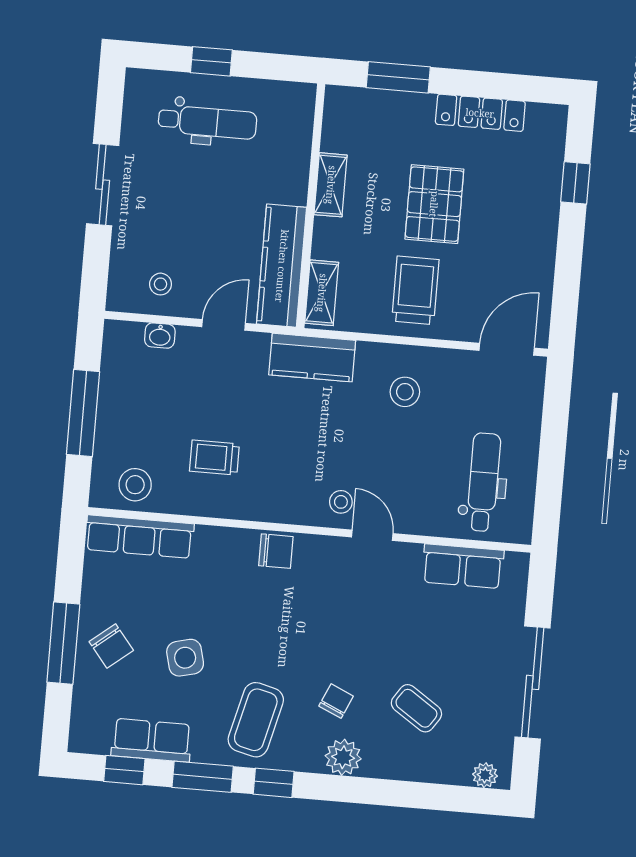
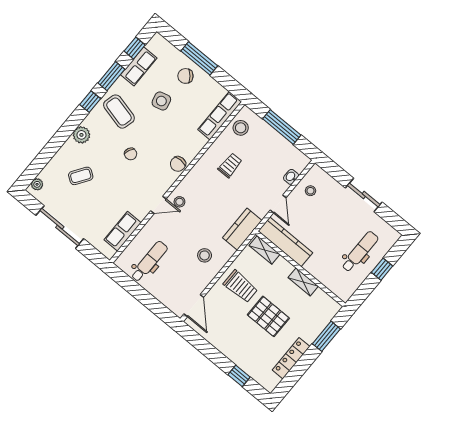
dental chair: (207, 122) -> (360, 252), turned 180
dental chair: (483, 482) -> (149, 261), turned -90
chair: (336, 701) -> (131, 154), moved

